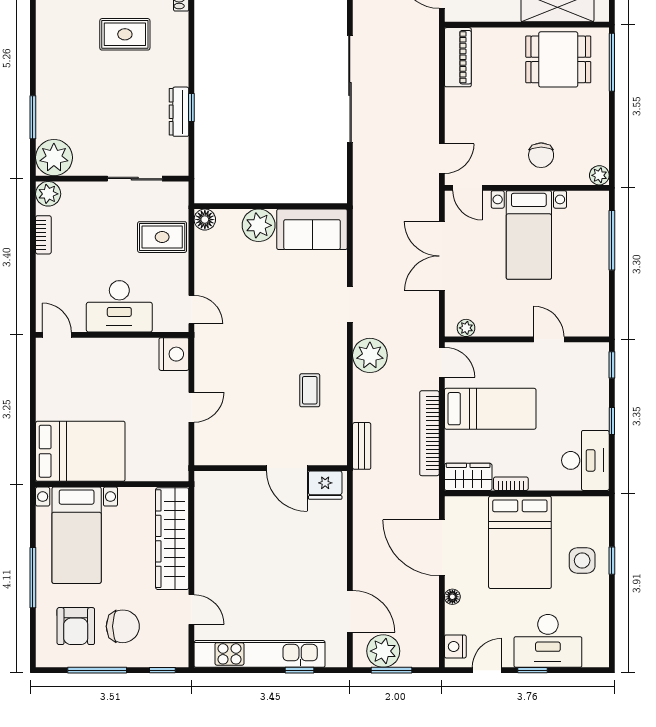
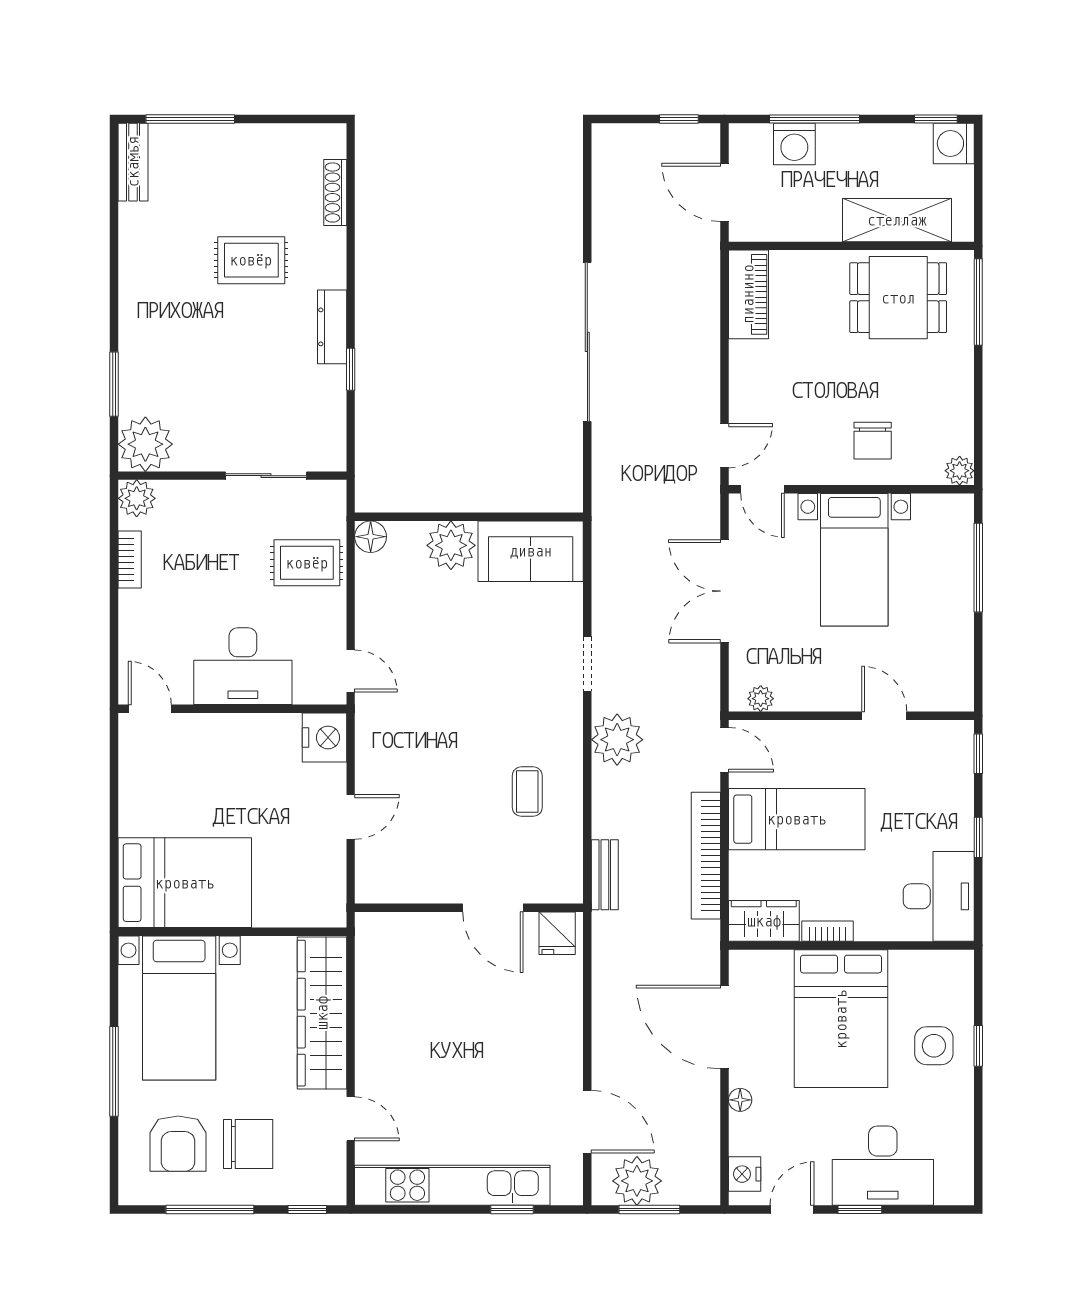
dresser: (179, 112) -> (332, 327), moved
fridge: (325, 485) -> (557, 933), width x0.72

